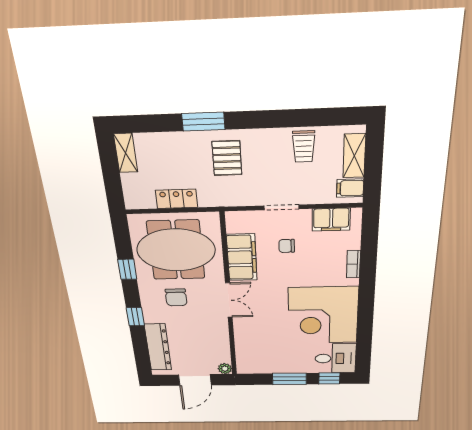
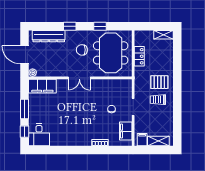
window: (203, 122) -> (177, 73), removed
trolley: (304, 147) -> (158, 100), moved
filing cabinet: (242, 257) -> (42, 86), moved
corner desk: (323, 315) -> (68, 128), removed

